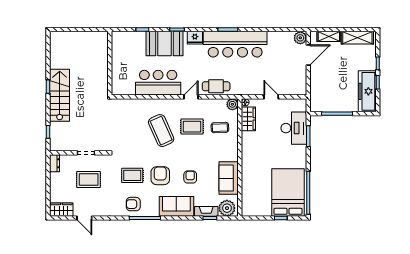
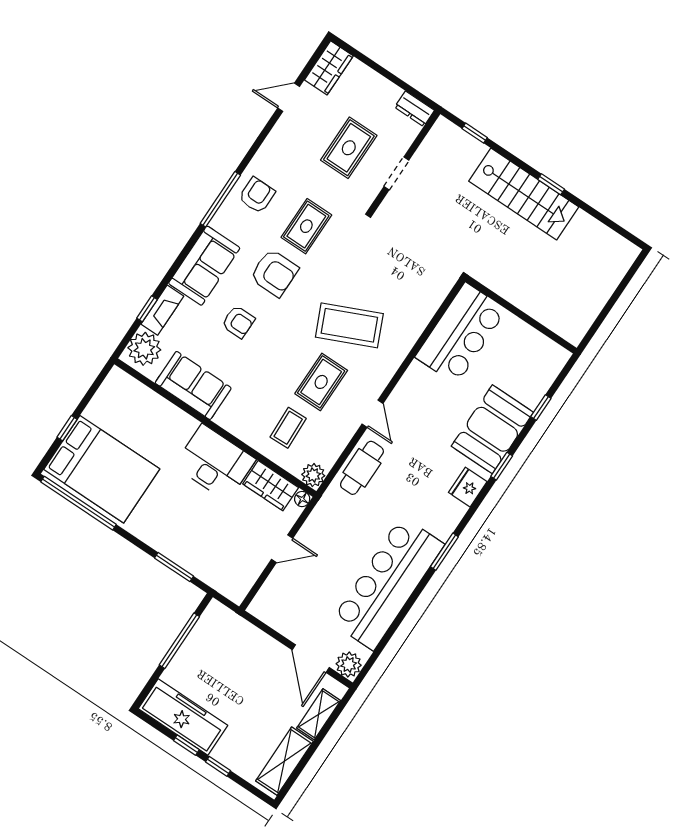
bar counter: (235, 44) -> (388, 583), moved
bar counter: (158, 83) -> (461, 333), moved
desk: (294, 128) -> (215, 463), moved, turned 180

